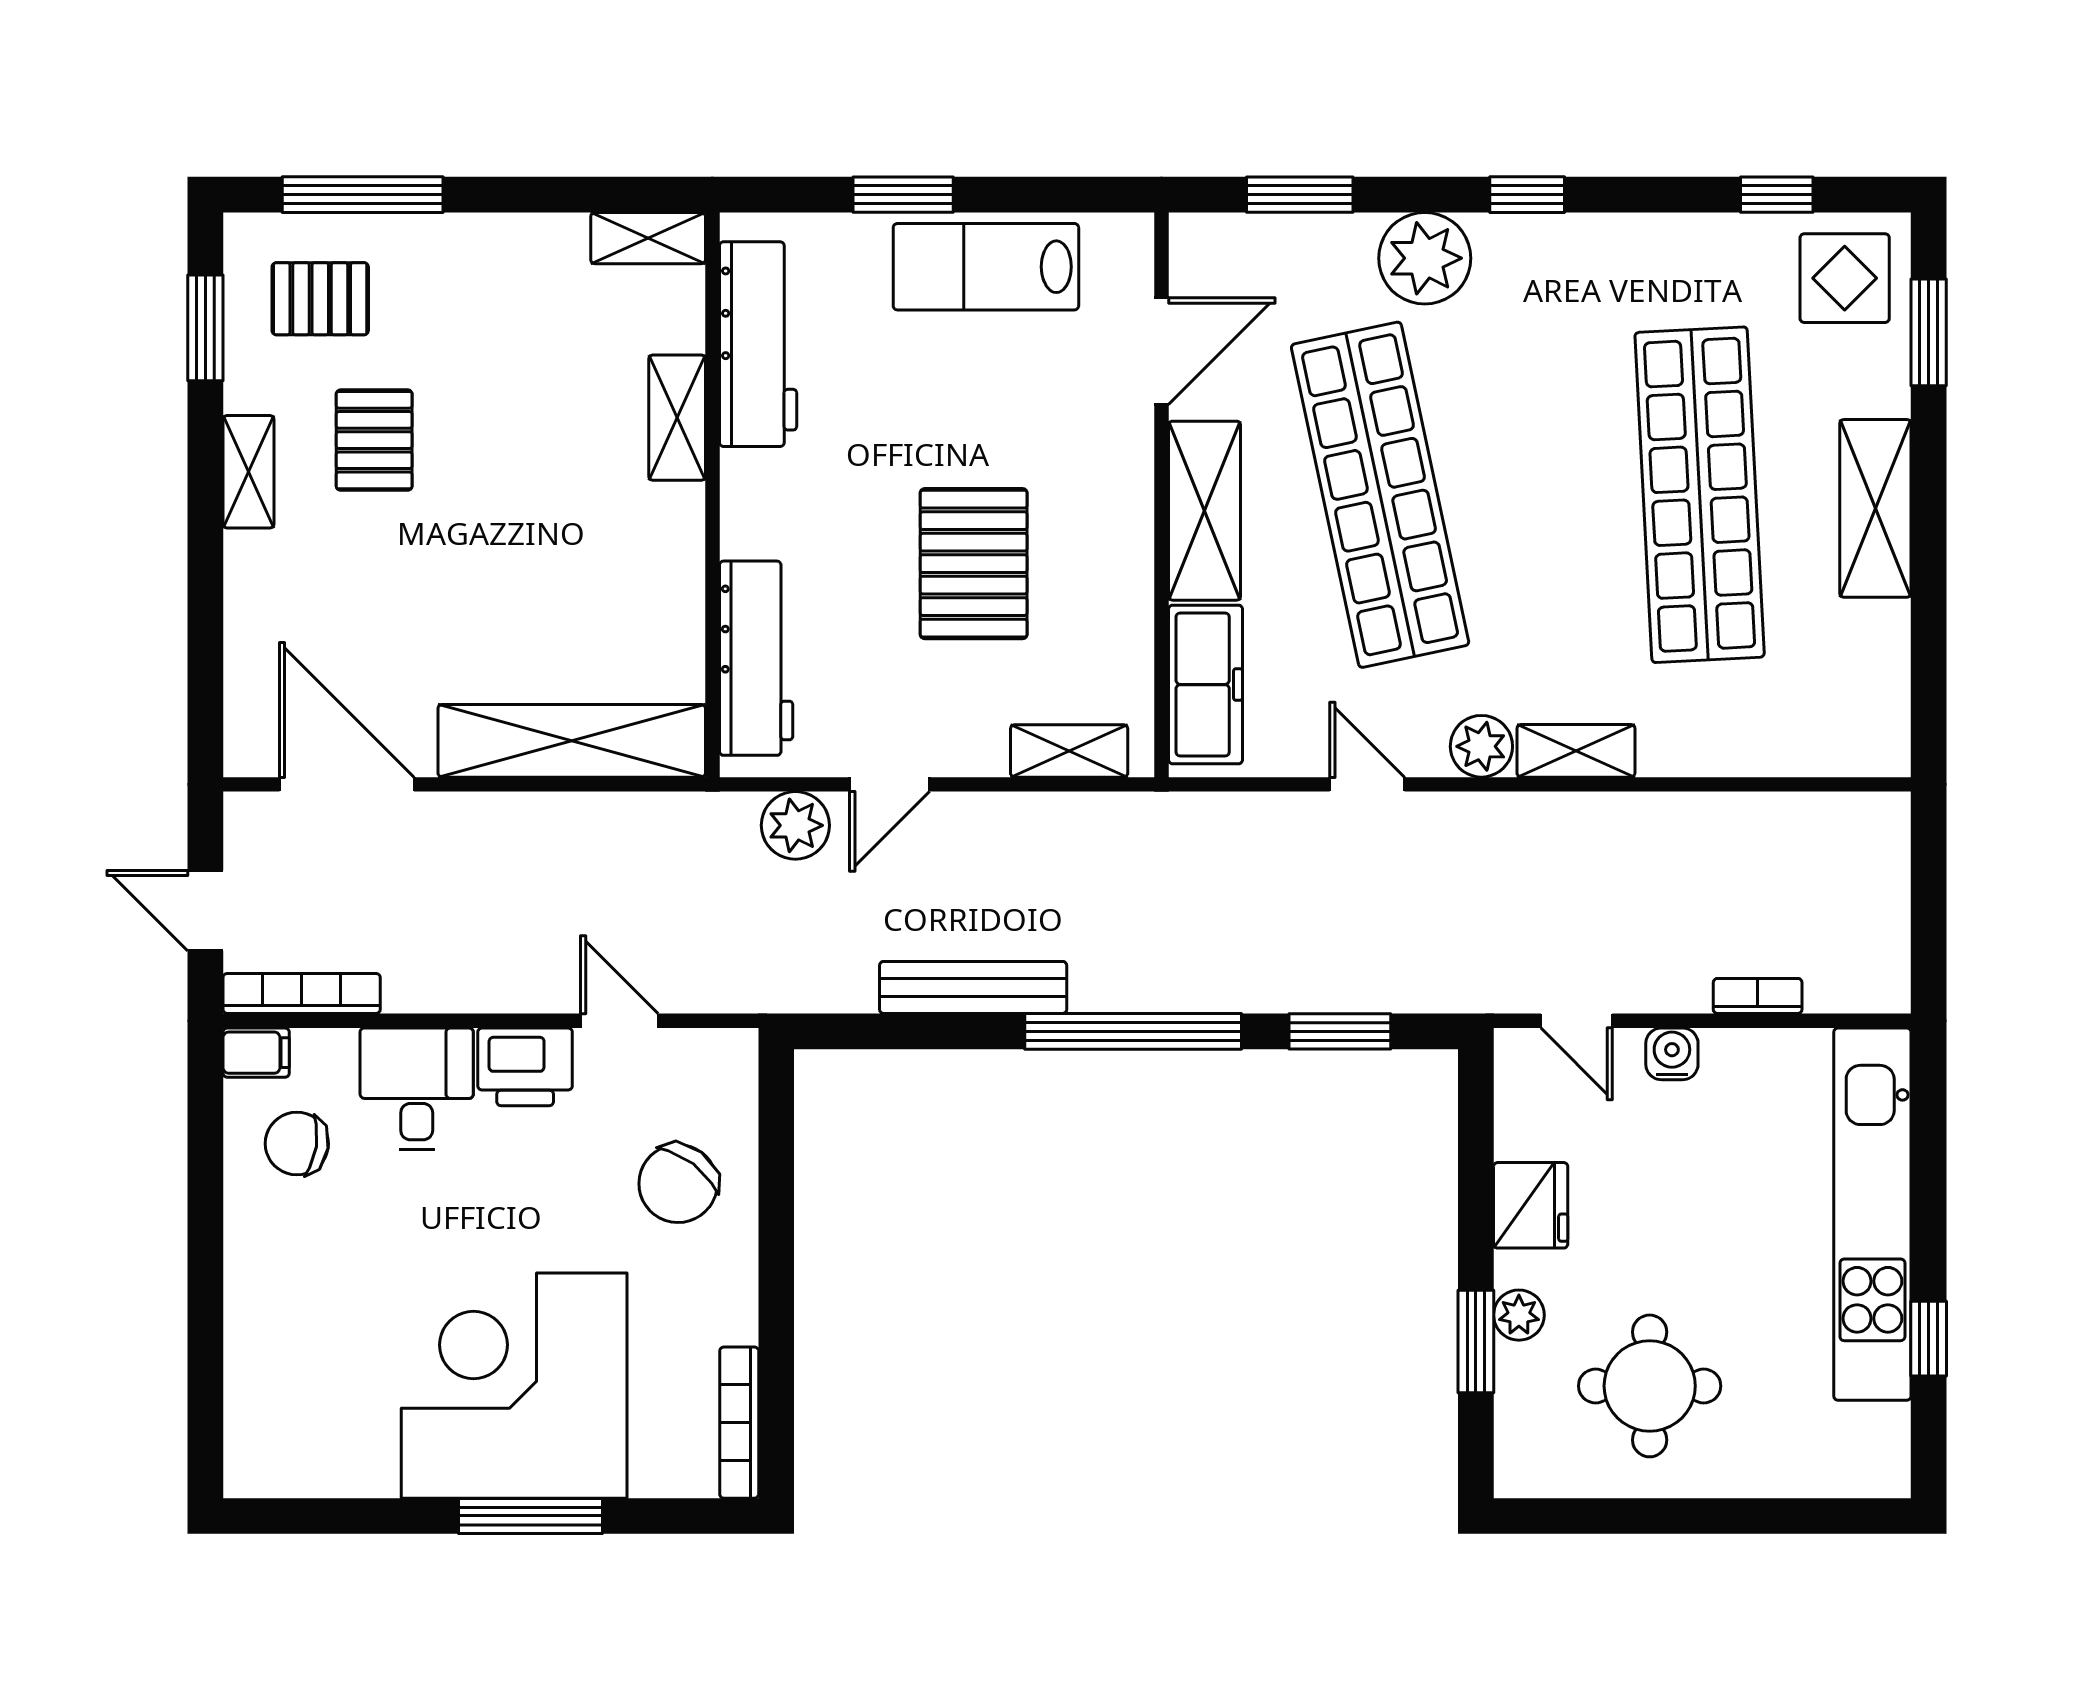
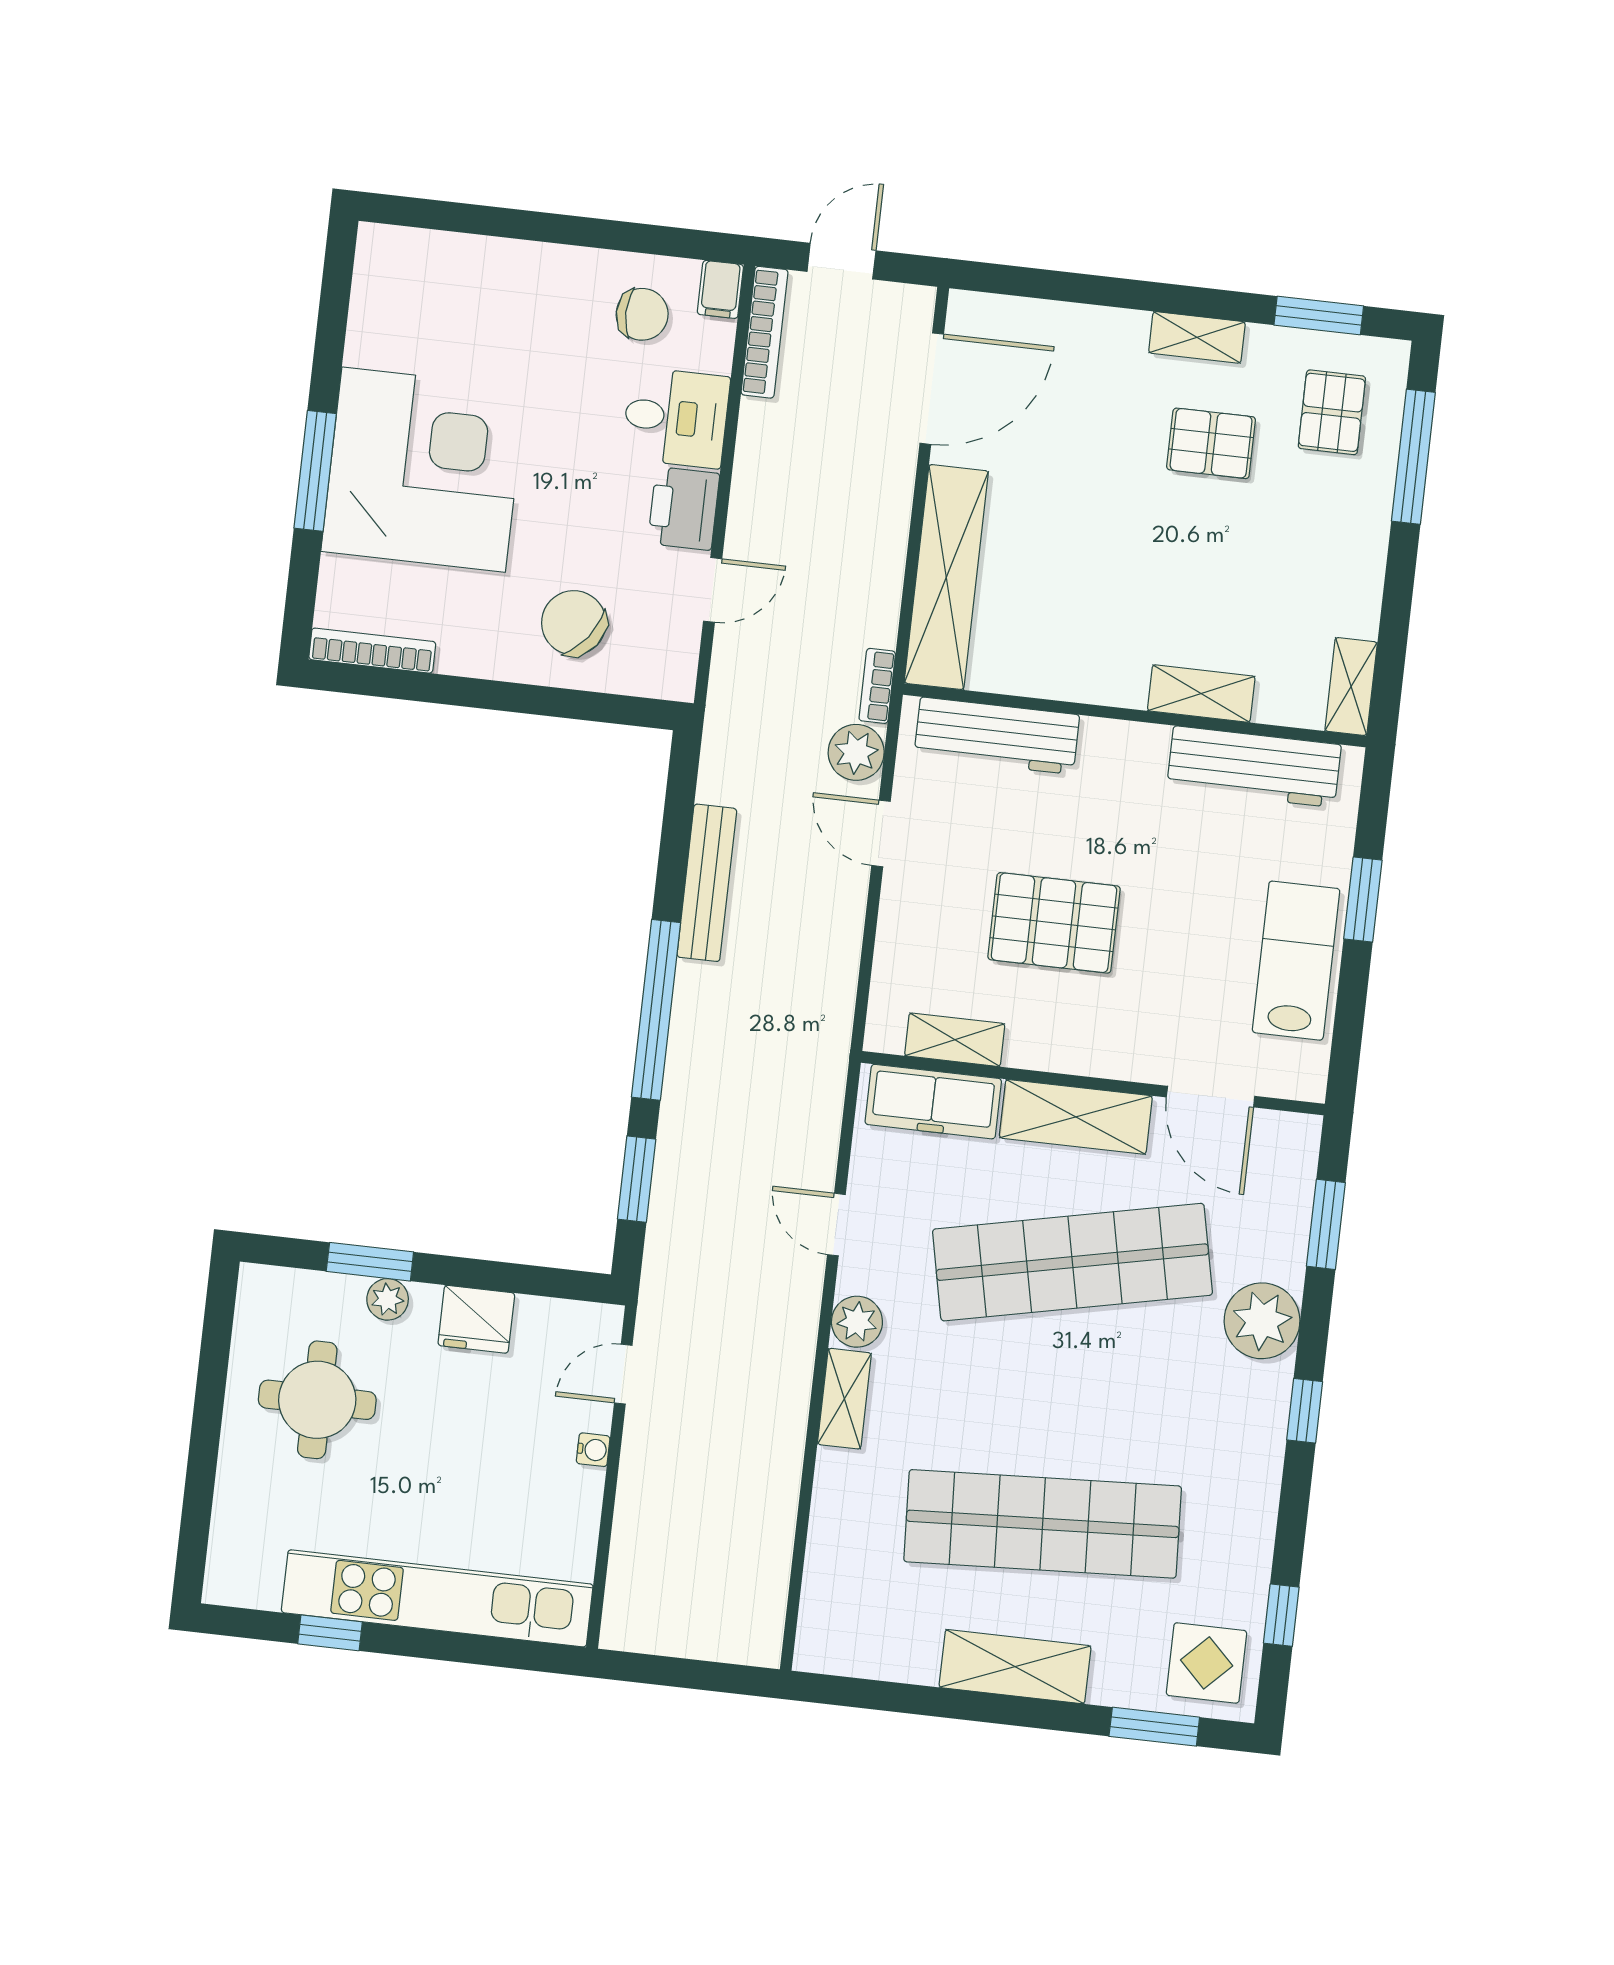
shelving: (1069, 751) -> (955, 1040), moved, turned 90
door: (1367, 784) -> (836, 1225), swing flipped
bookcase: (1758, 996) -> (877, 686), moved, turned 180
water cooler: (1672, 1054) -> (593, 1450), width x0.72, depth x0.72
chair: (297, 1144) -> (642, 314), turned 81

